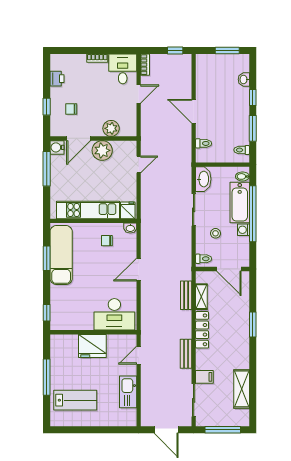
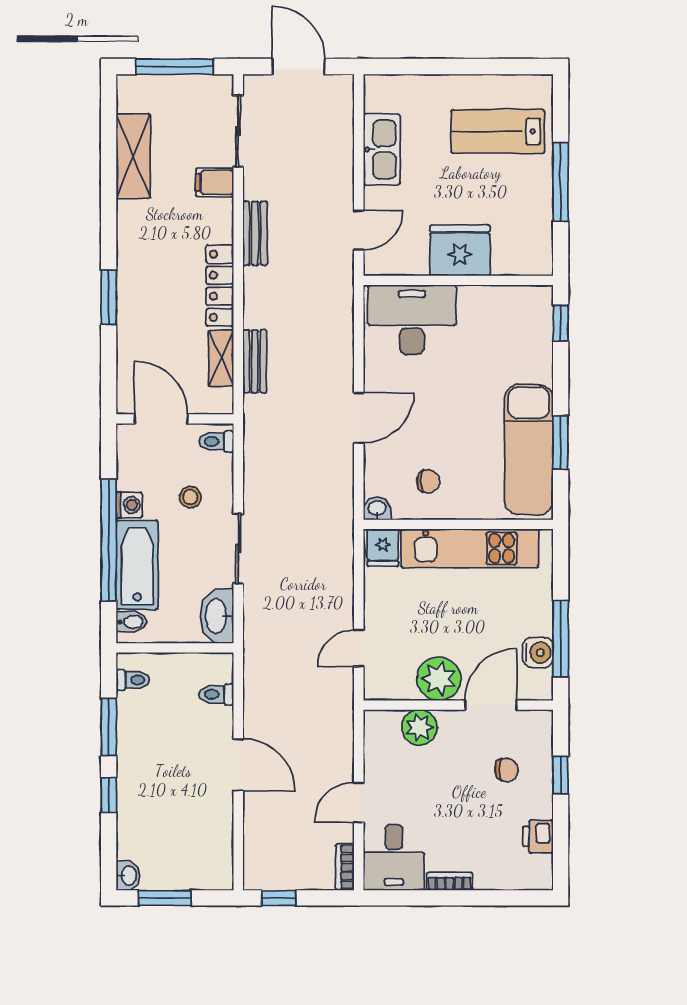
washbasin: (244, 79) -> (128, 876), moved
water cooler: (57, 147) -> (538, 653), moved

